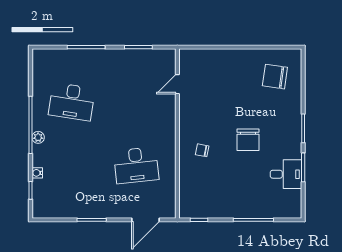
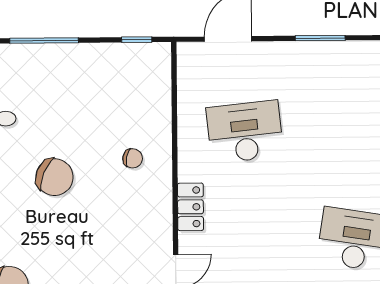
locker: (168, 122) -> (190, 207), added
chair: (248, 140) -> (54, 177), turned 113

